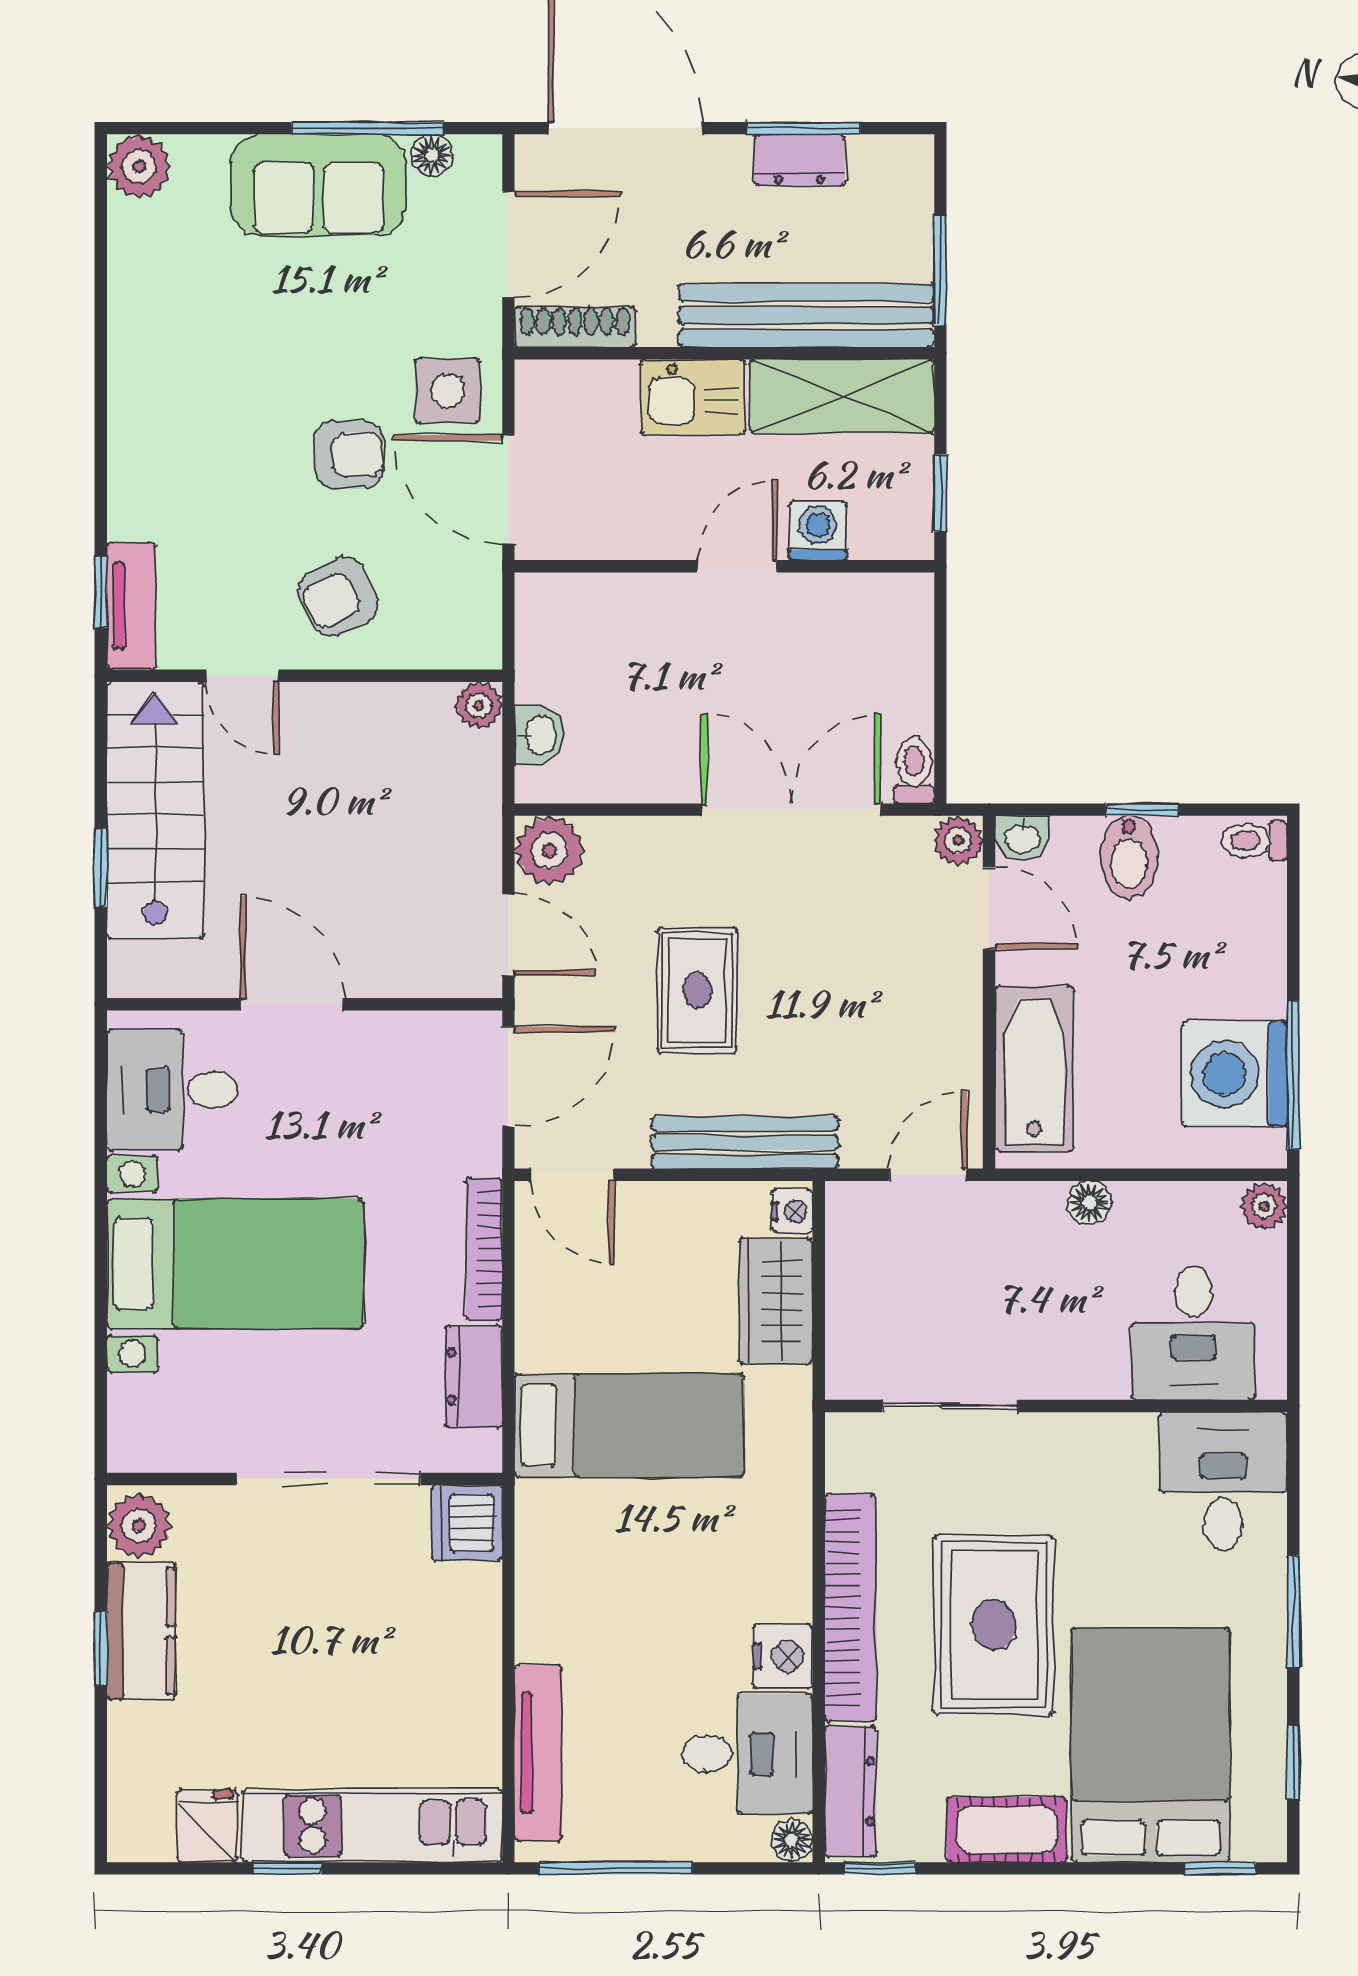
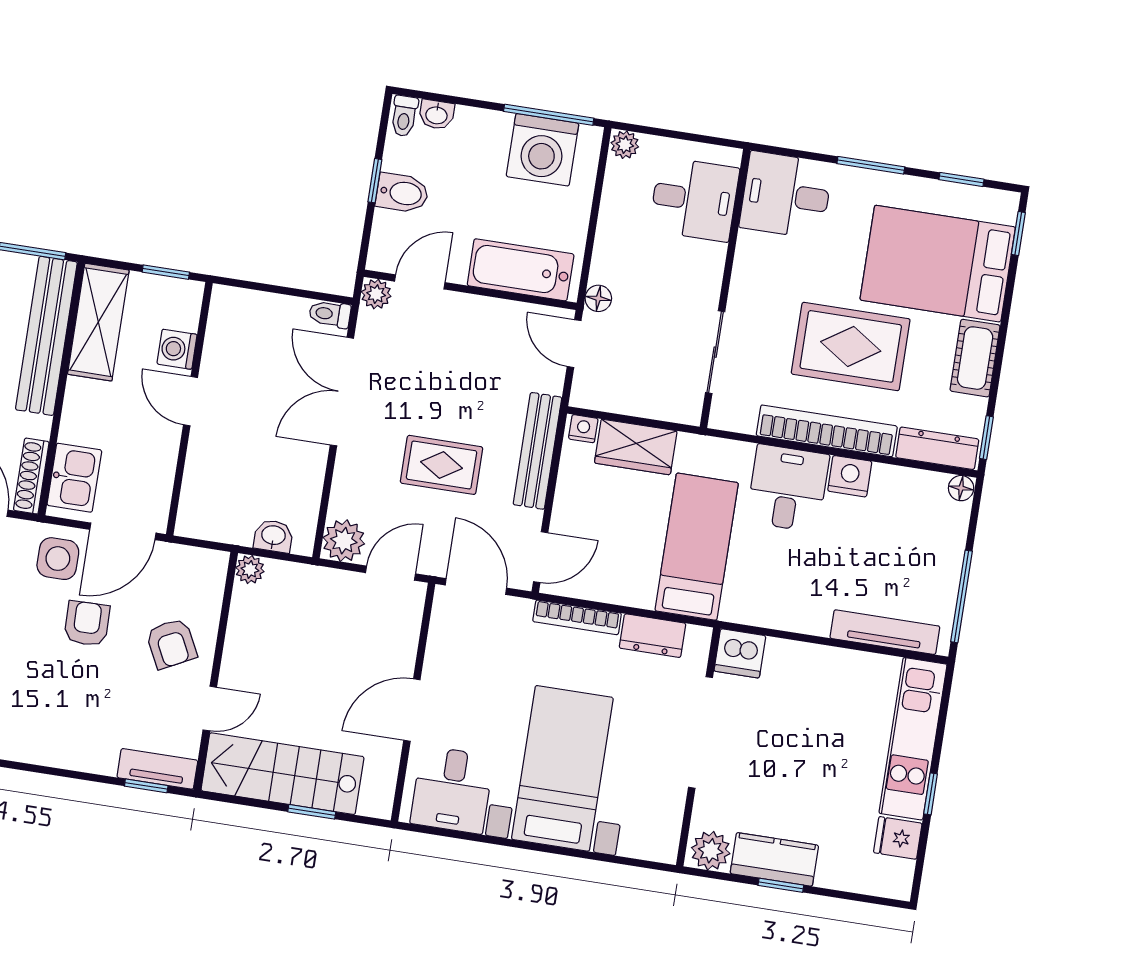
kitchen sink: (693, 397) -> (74, 478), moved
washbasin: (1023, 838) -> (437, 115), moved, turned 90
floor lamp: (1089, 1203) -> (598, 298), moved
desk: (747, 1754) -> (788, 488), moved

